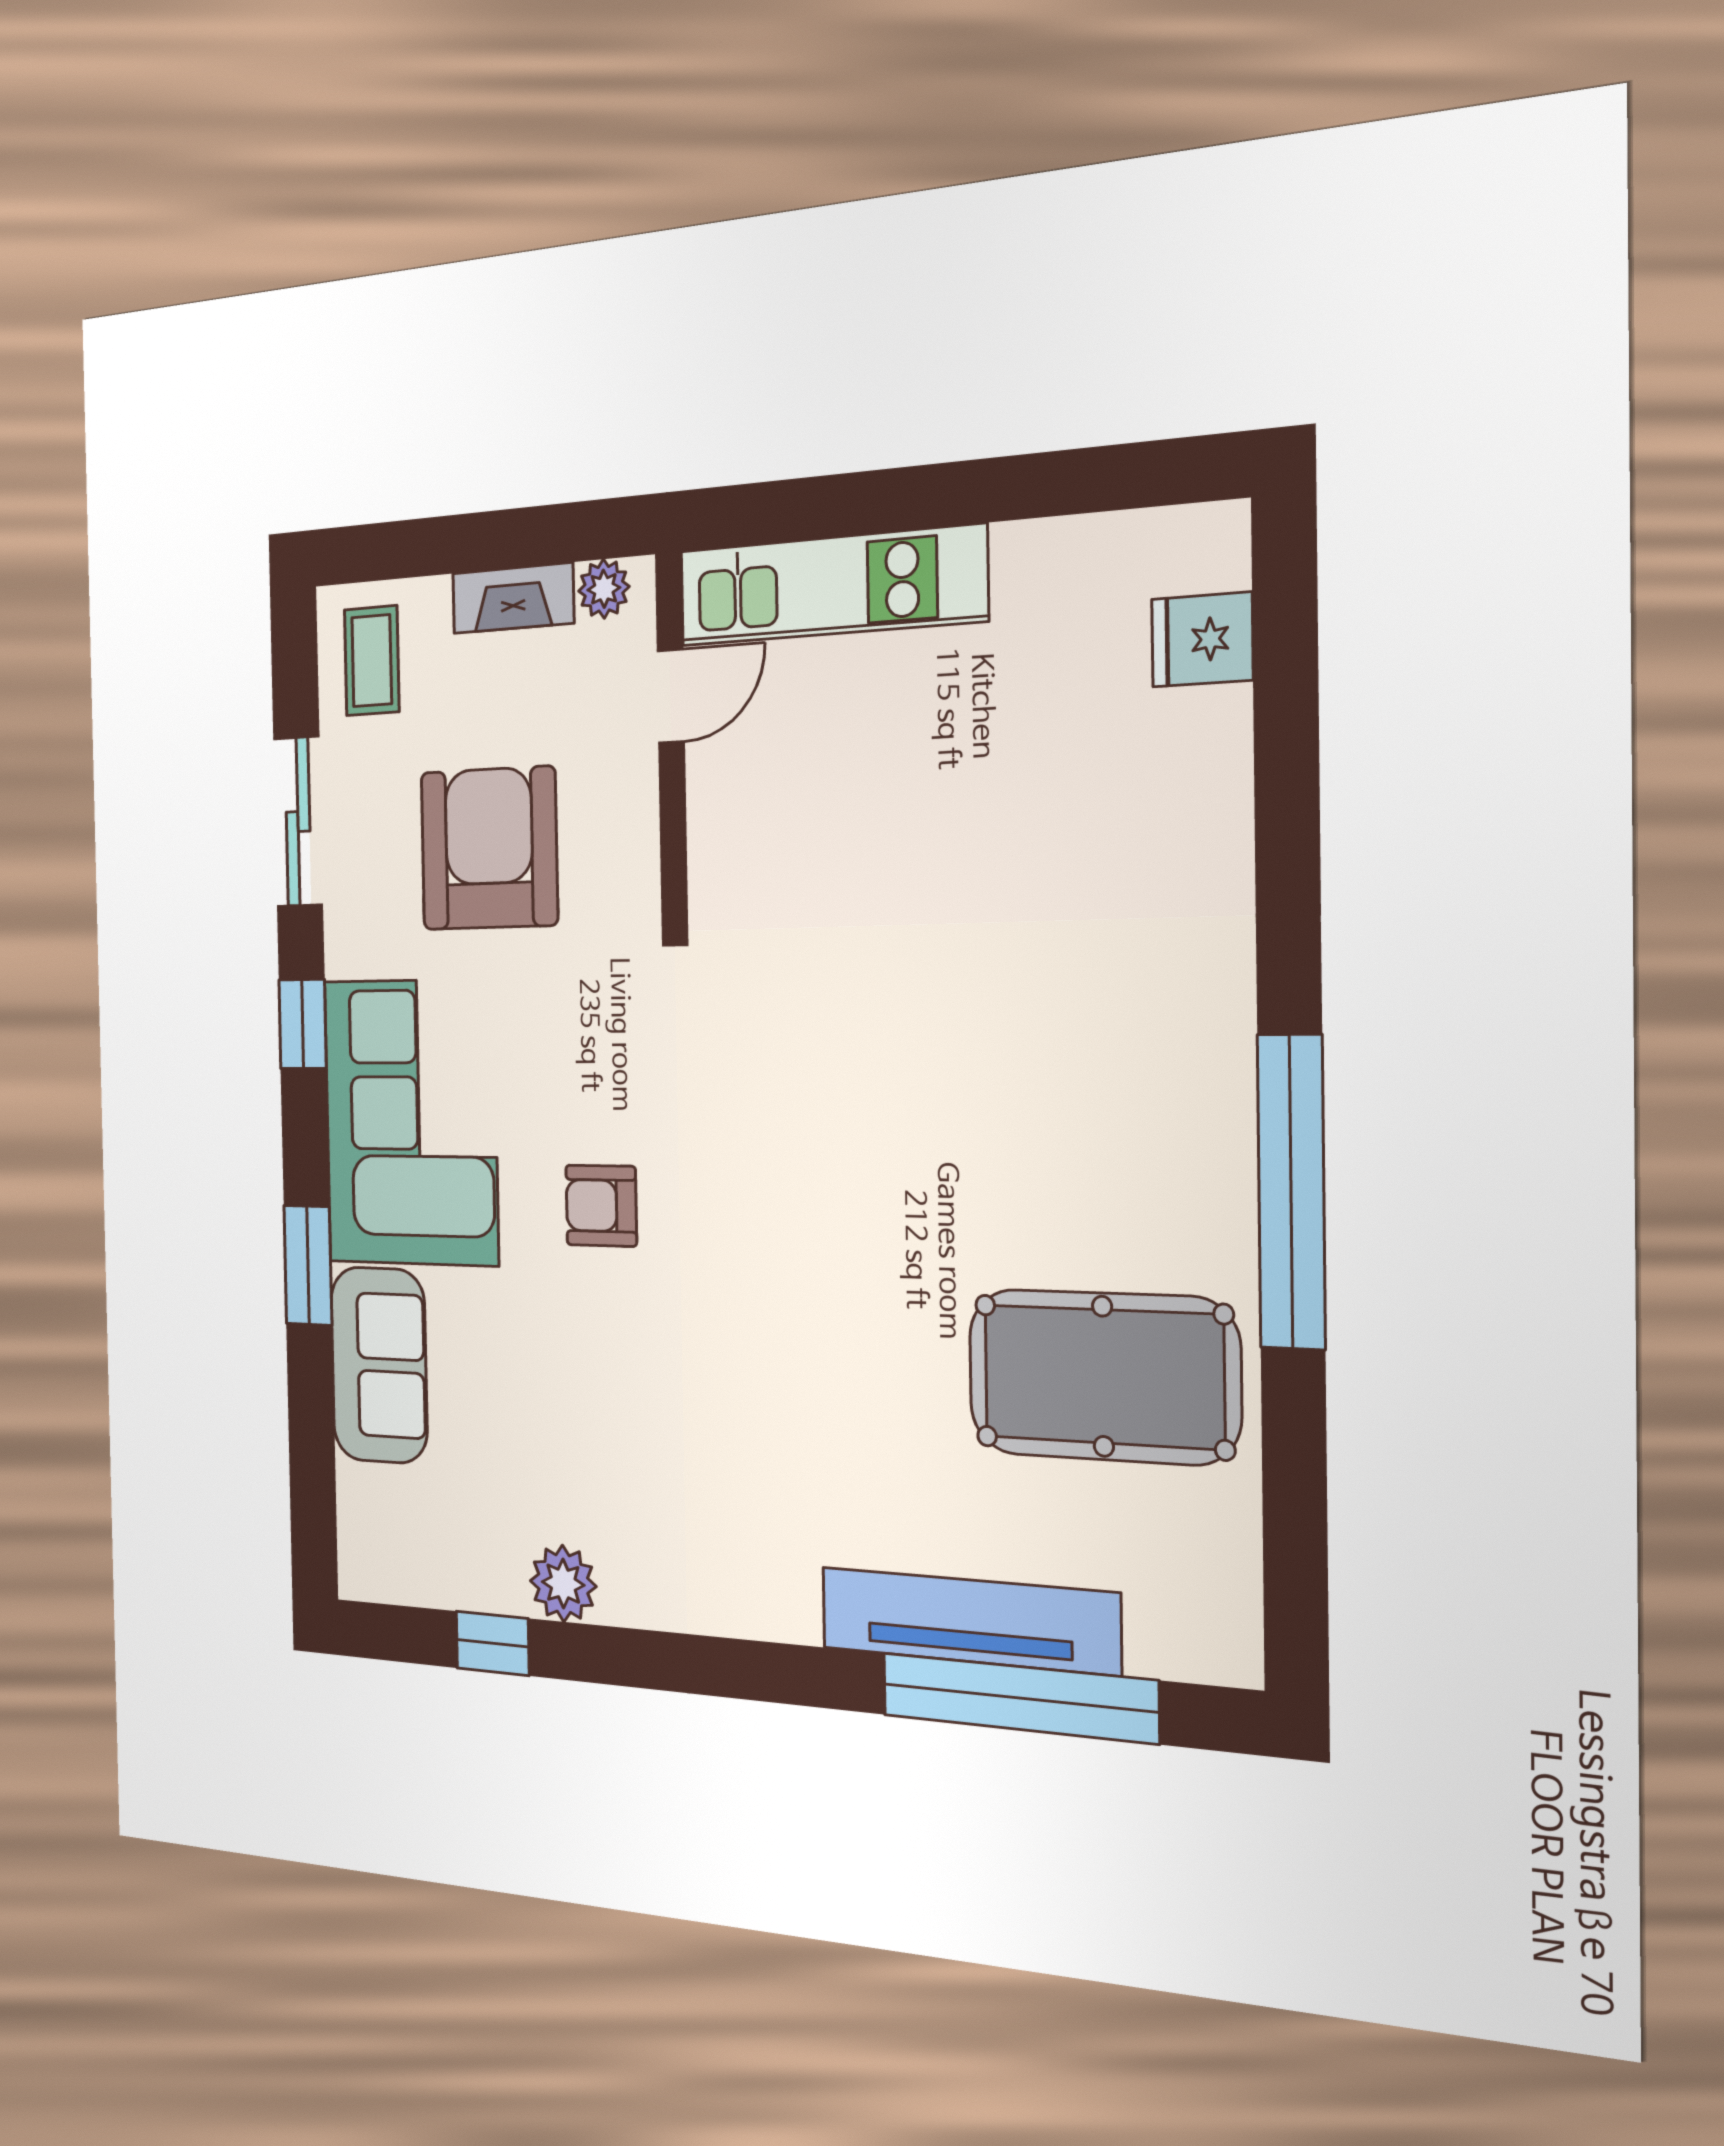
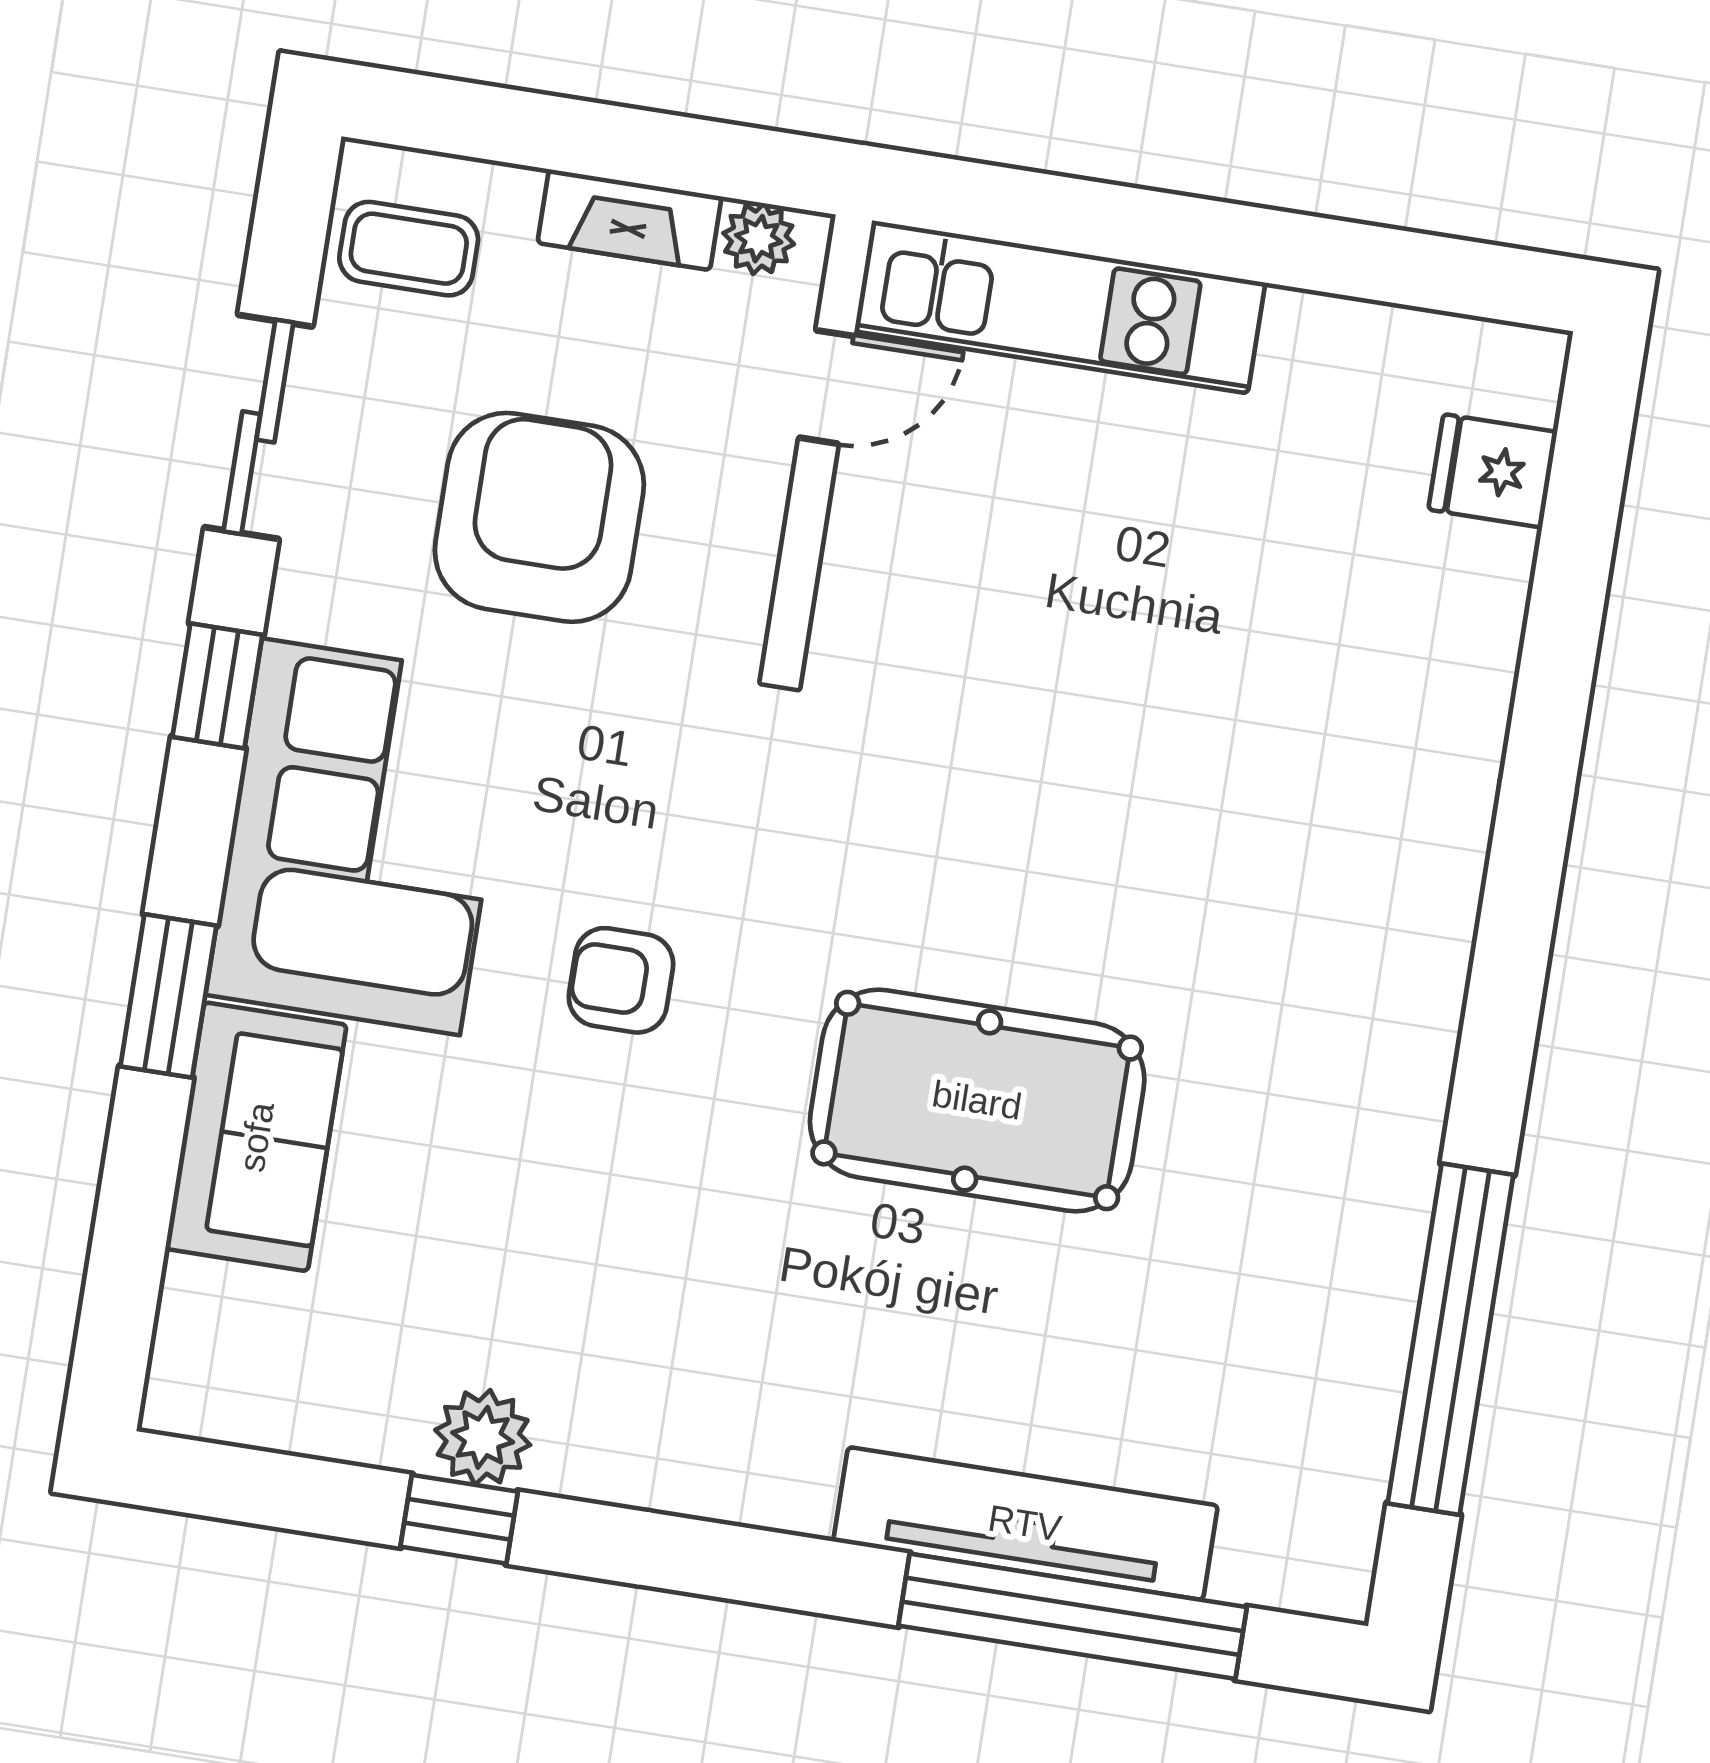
coffee table: (372, 661) -> (409, 249), turned 90
window: (1291, 1192) -> (1451, 1339), moved
pool table: (1103, 1376) -> (977, 1100), moved
window: (493, 1643) -> (459, 1519), moved

